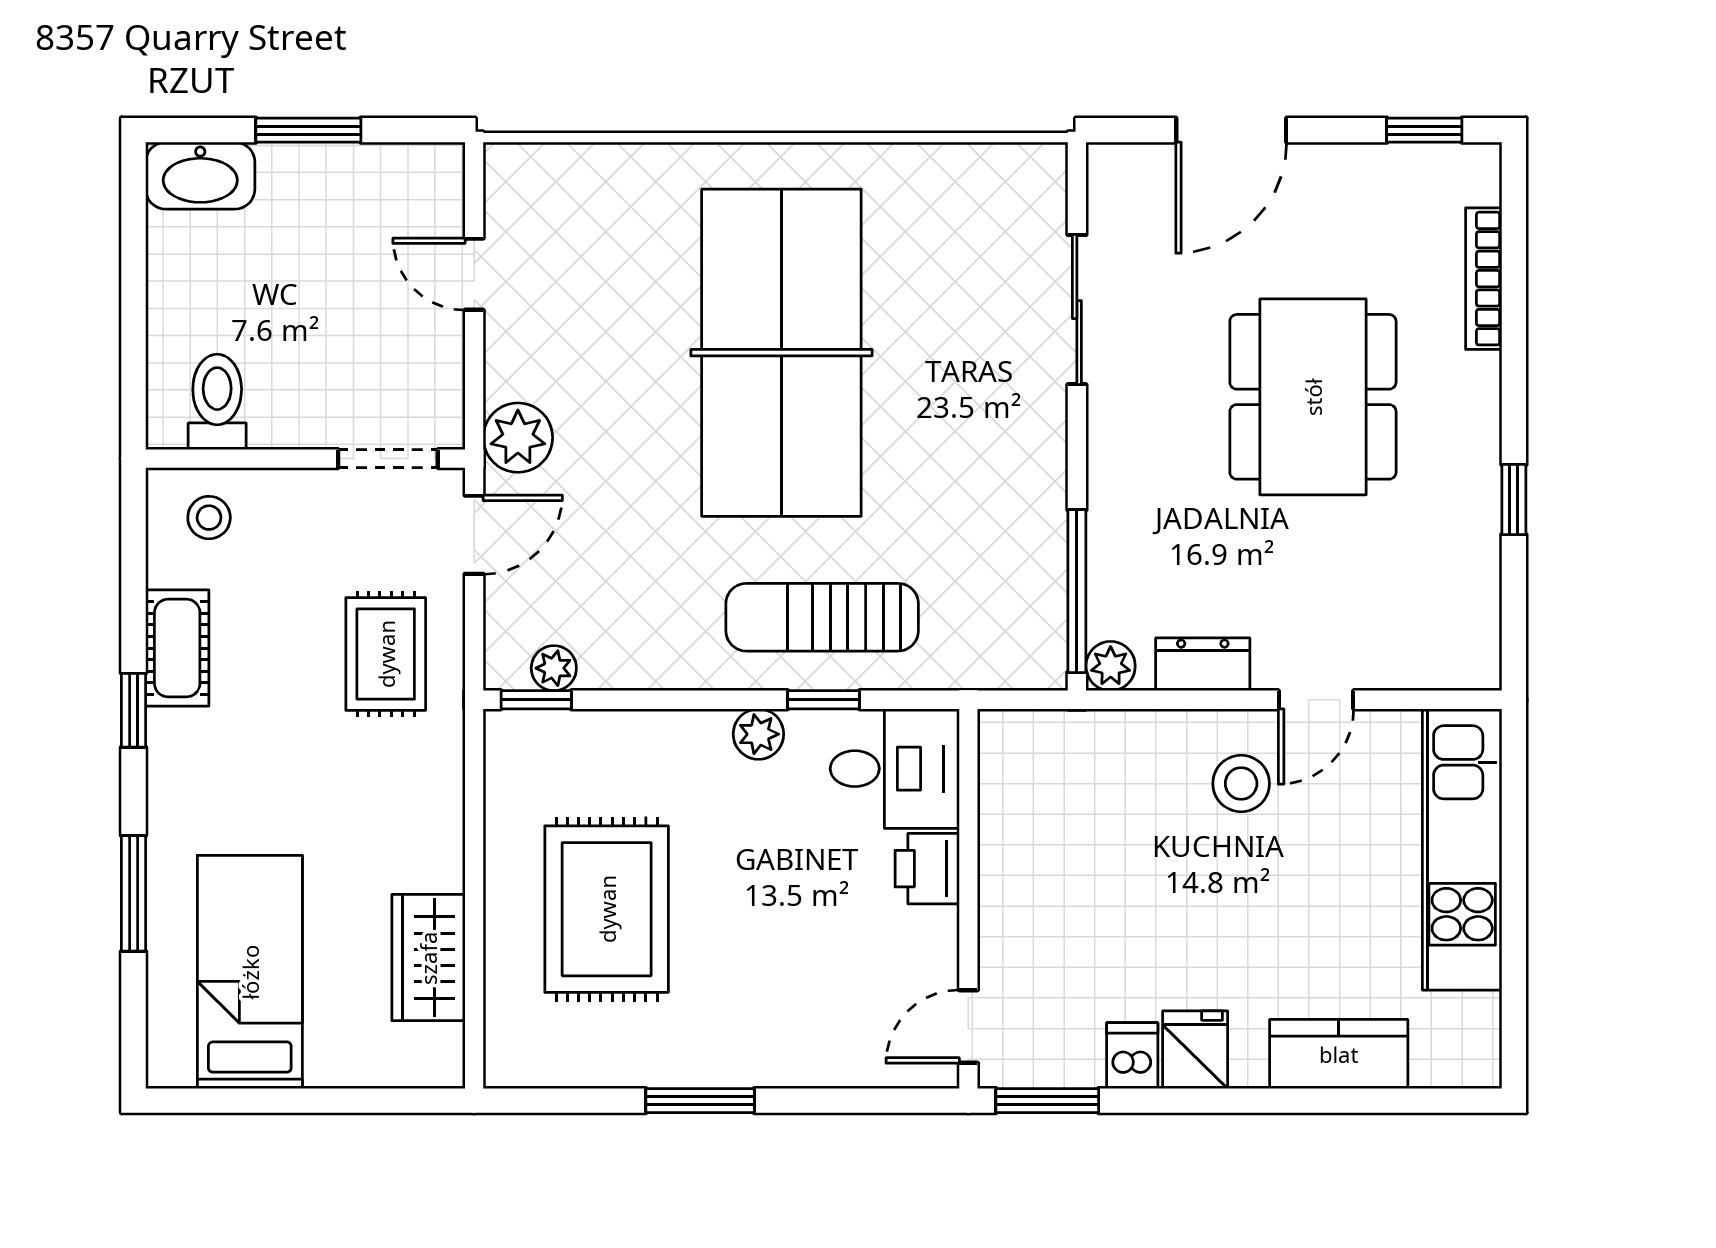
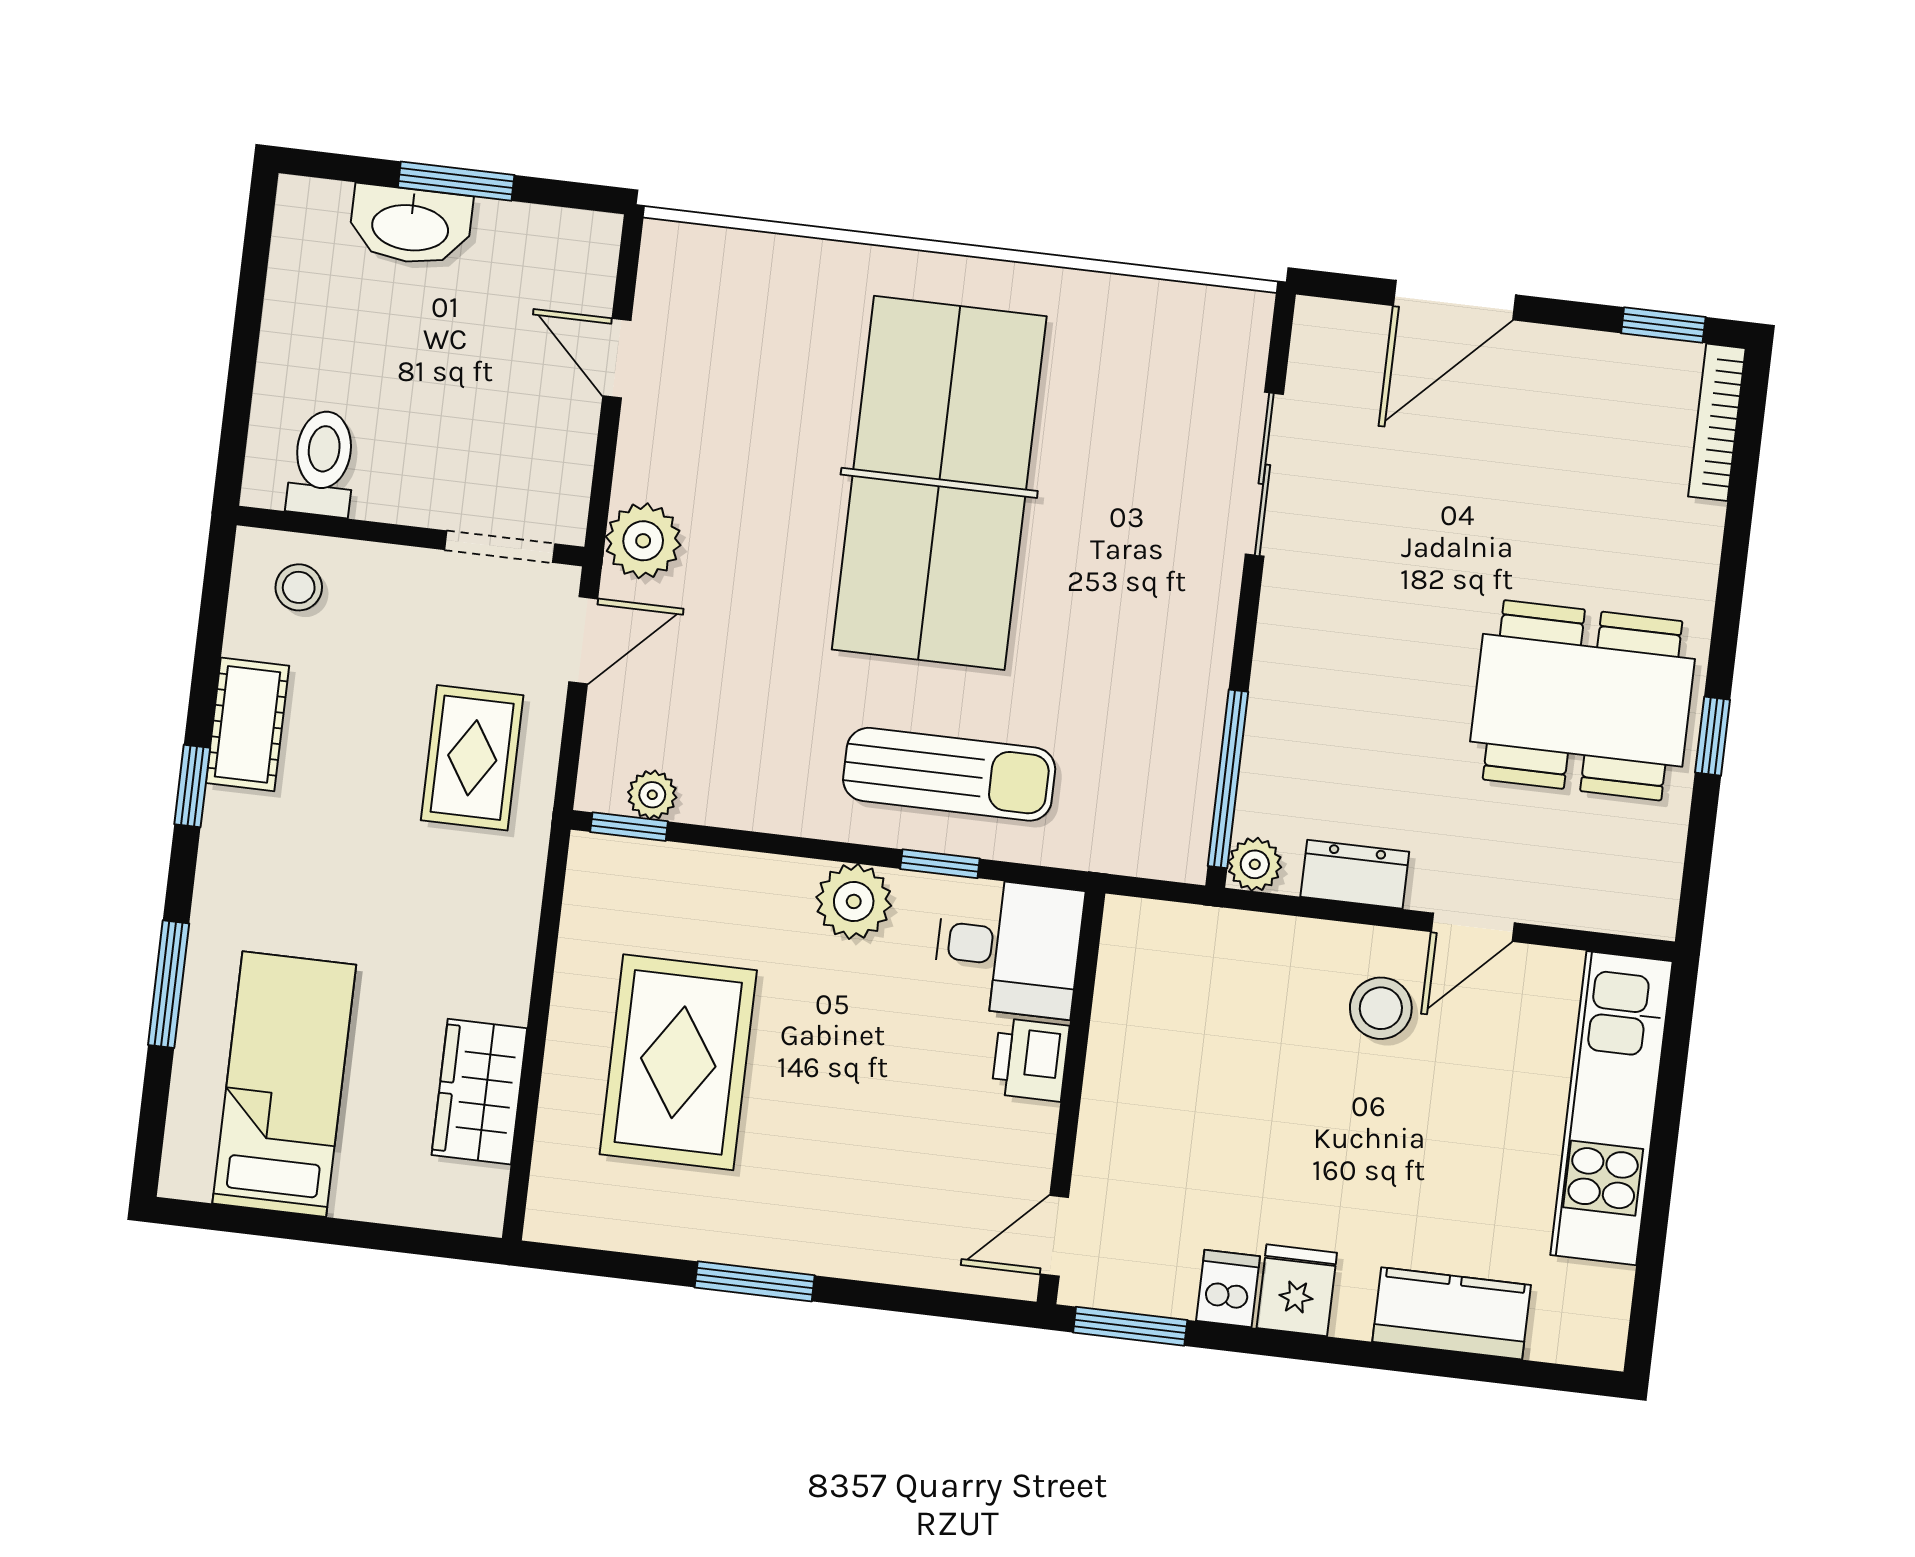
washbasin: (200, 176) -> (410, 226), moved
bookcase: (1484, 279) -> (1717, 422), moved
dining table: (1313, 397) -> (1583, 700), moved, turned 90
sun lounger: (822, 617) -> (949, 774), turned 180
plant: (758, 734) -> (854, 901), width x1.38, depth x1.38

